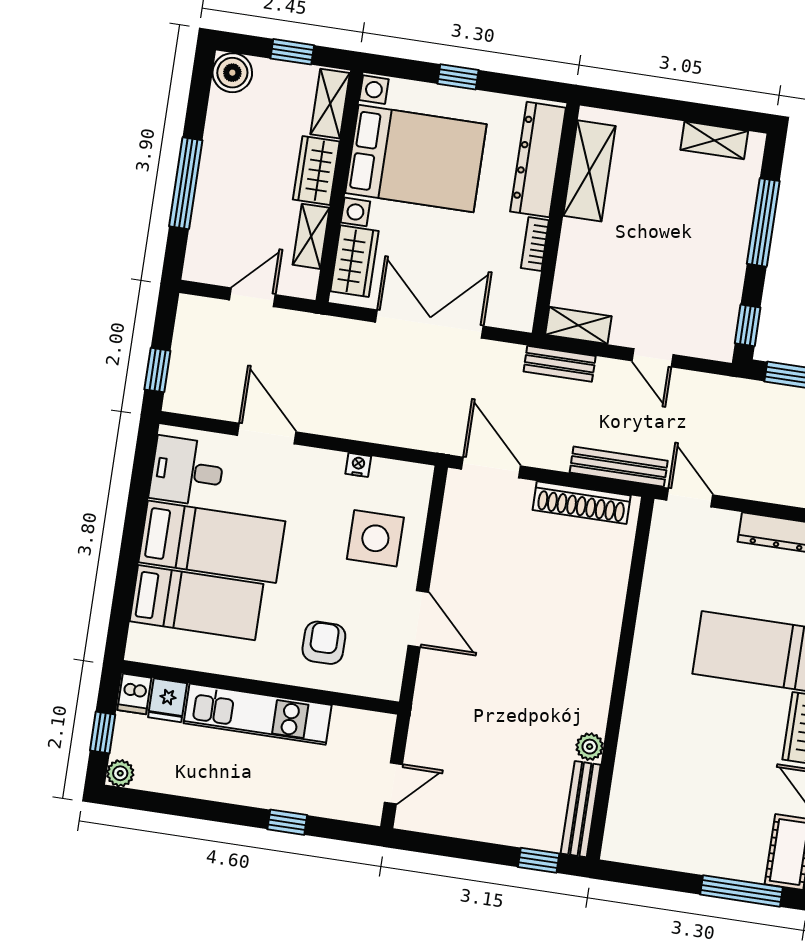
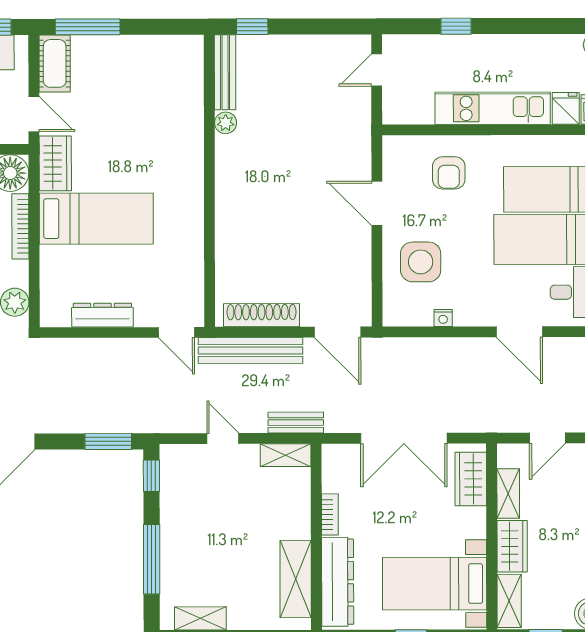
bed with nightstands: (416, 159) -> (435, 584), width x0.73
bench: (619, 467) -> (250, 351), width x1.37, depth x1.21

